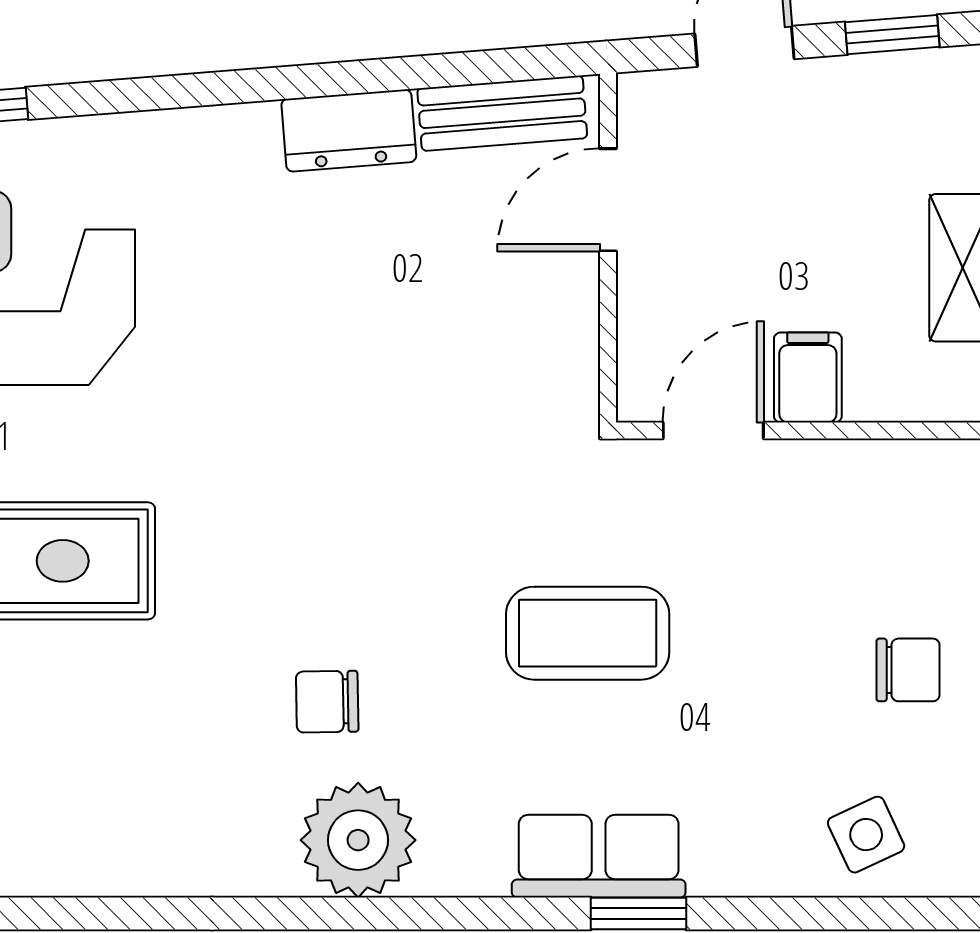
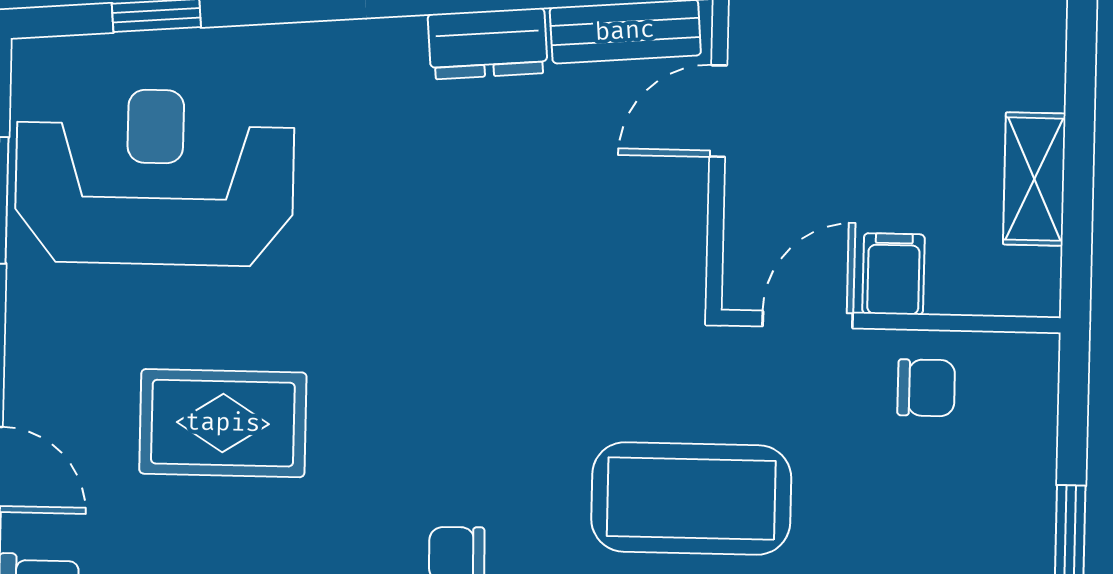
coffee table: (588, 633) -> (691, 498), width x1.36, depth x1.32
chair: (908, 670) -> (926, 388), moved

